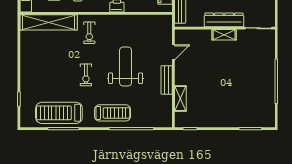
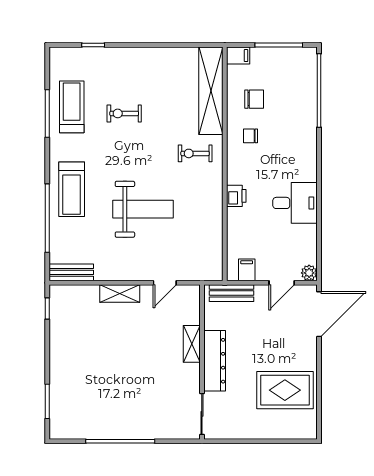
shelving: (224, 35) -> (192, 344), moved
door: (173, 52) -> (165, 283), hinge flipped
exercise bike: (86, 75) -> (124, 113), moved
bench: (167, 80) -> (71, 272), moved
shelving: (180, 99) -> (120, 294), moved
treadmill: (59, 113) -> (72, 107), width x0.73, depth x0.73

